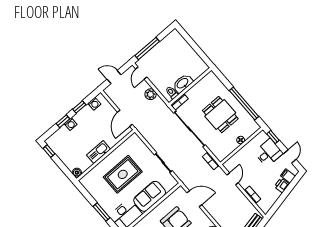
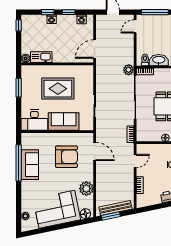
plant: (151, 94) -> (129, 70), moved
kitchen sink: (98, 152) -> (41, 57), moved
window: (102, 212) -> (19, 88), moved

